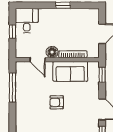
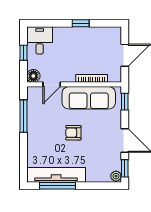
floor lamp: (52, 52) -> (33, 76), moved
door: (37, 60) -> (52, 84), hinge flipped
sofa: (70, 71) -> (89, 98), width x1.36

